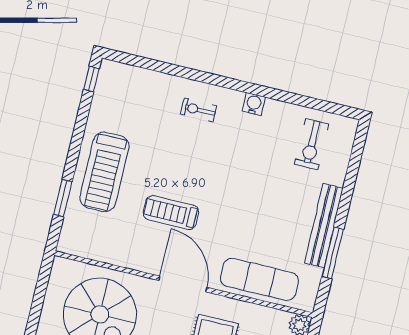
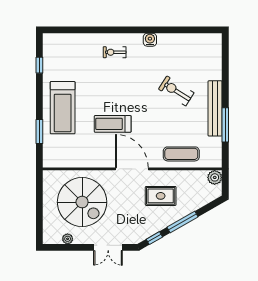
window: (91, 79) -> (39, 65), moved
exercise bike: (312, 144) -> (176, 91), moved, turned 122
exercise mat: (259, 279) -> (181, 154), width x0.73, depth x0.69

